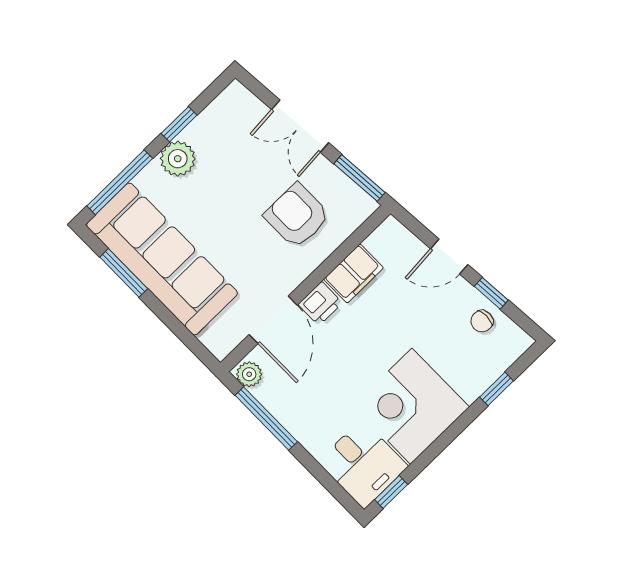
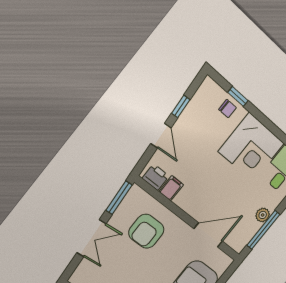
filing cabinet: (353, 273) -> (171, 188), width x0.50
printer: (320, 304) -> (156, 177), moved
chair: (482, 321) -> (228, 109), moved
plant: (249, 374) -> (263, 215), moved

